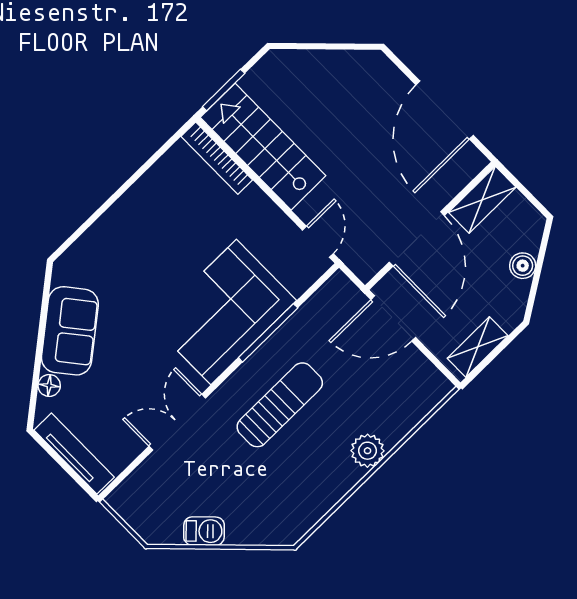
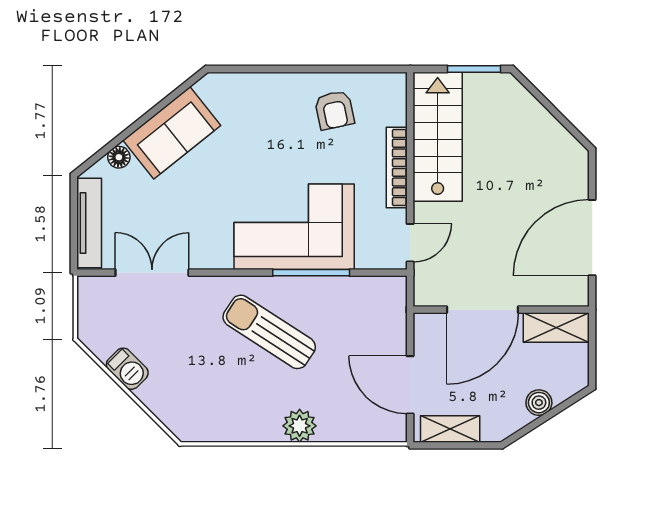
window: (224, 90) -> (474, 69), moved
bookcase: (217, 158) -> (397, 167), moved
armchair: (170, 200) -> (334, 110), added
door: (393, 318) -> (410, 385), moved
sun lounger: (280, 405) -> (269, 332), turned -147
double door: (177, 422) -> (152, 273), moved

